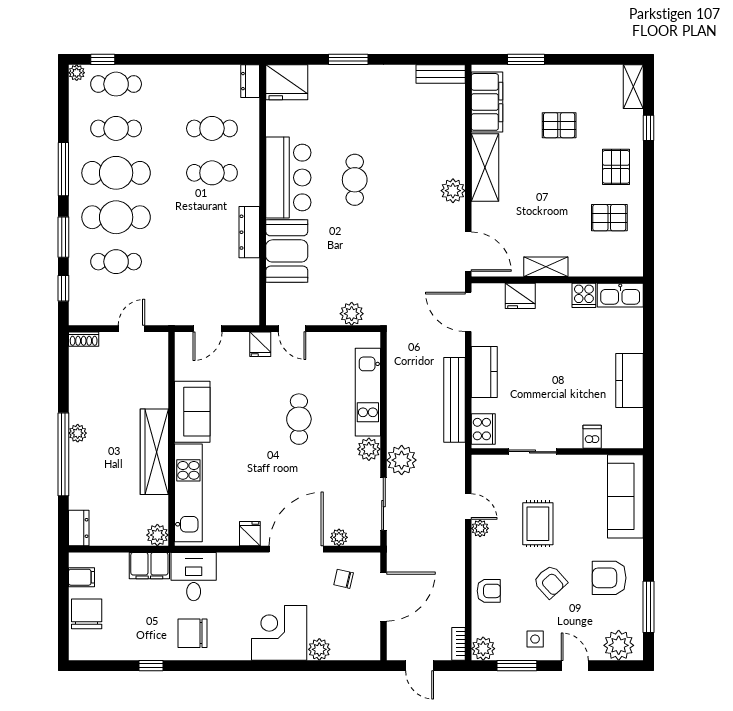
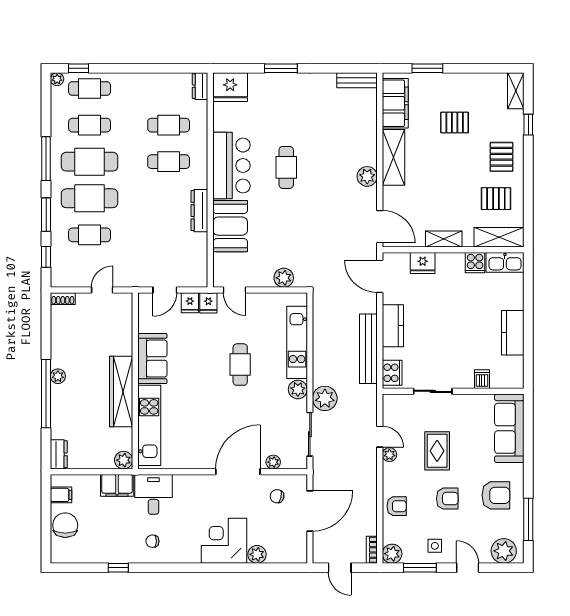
shelving: (613, 265) -> (499, 237), added
fridge: (250, 534) -> (190, 303), moved, turned 180
armchair: (609, 578) -> (496, 495), turned 180
armchair: (550, 582) -> (447, 499), turned -48
chair: (192, 633) -> (152, 541), width x0.54, depth x0.54

